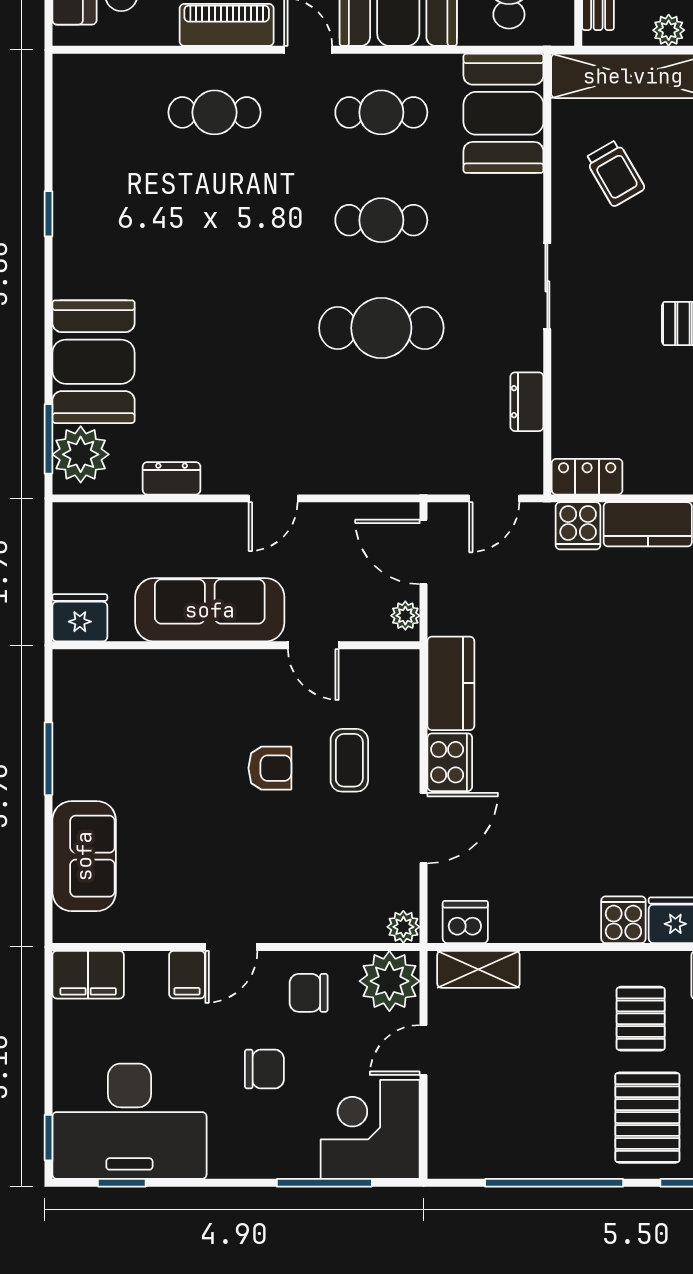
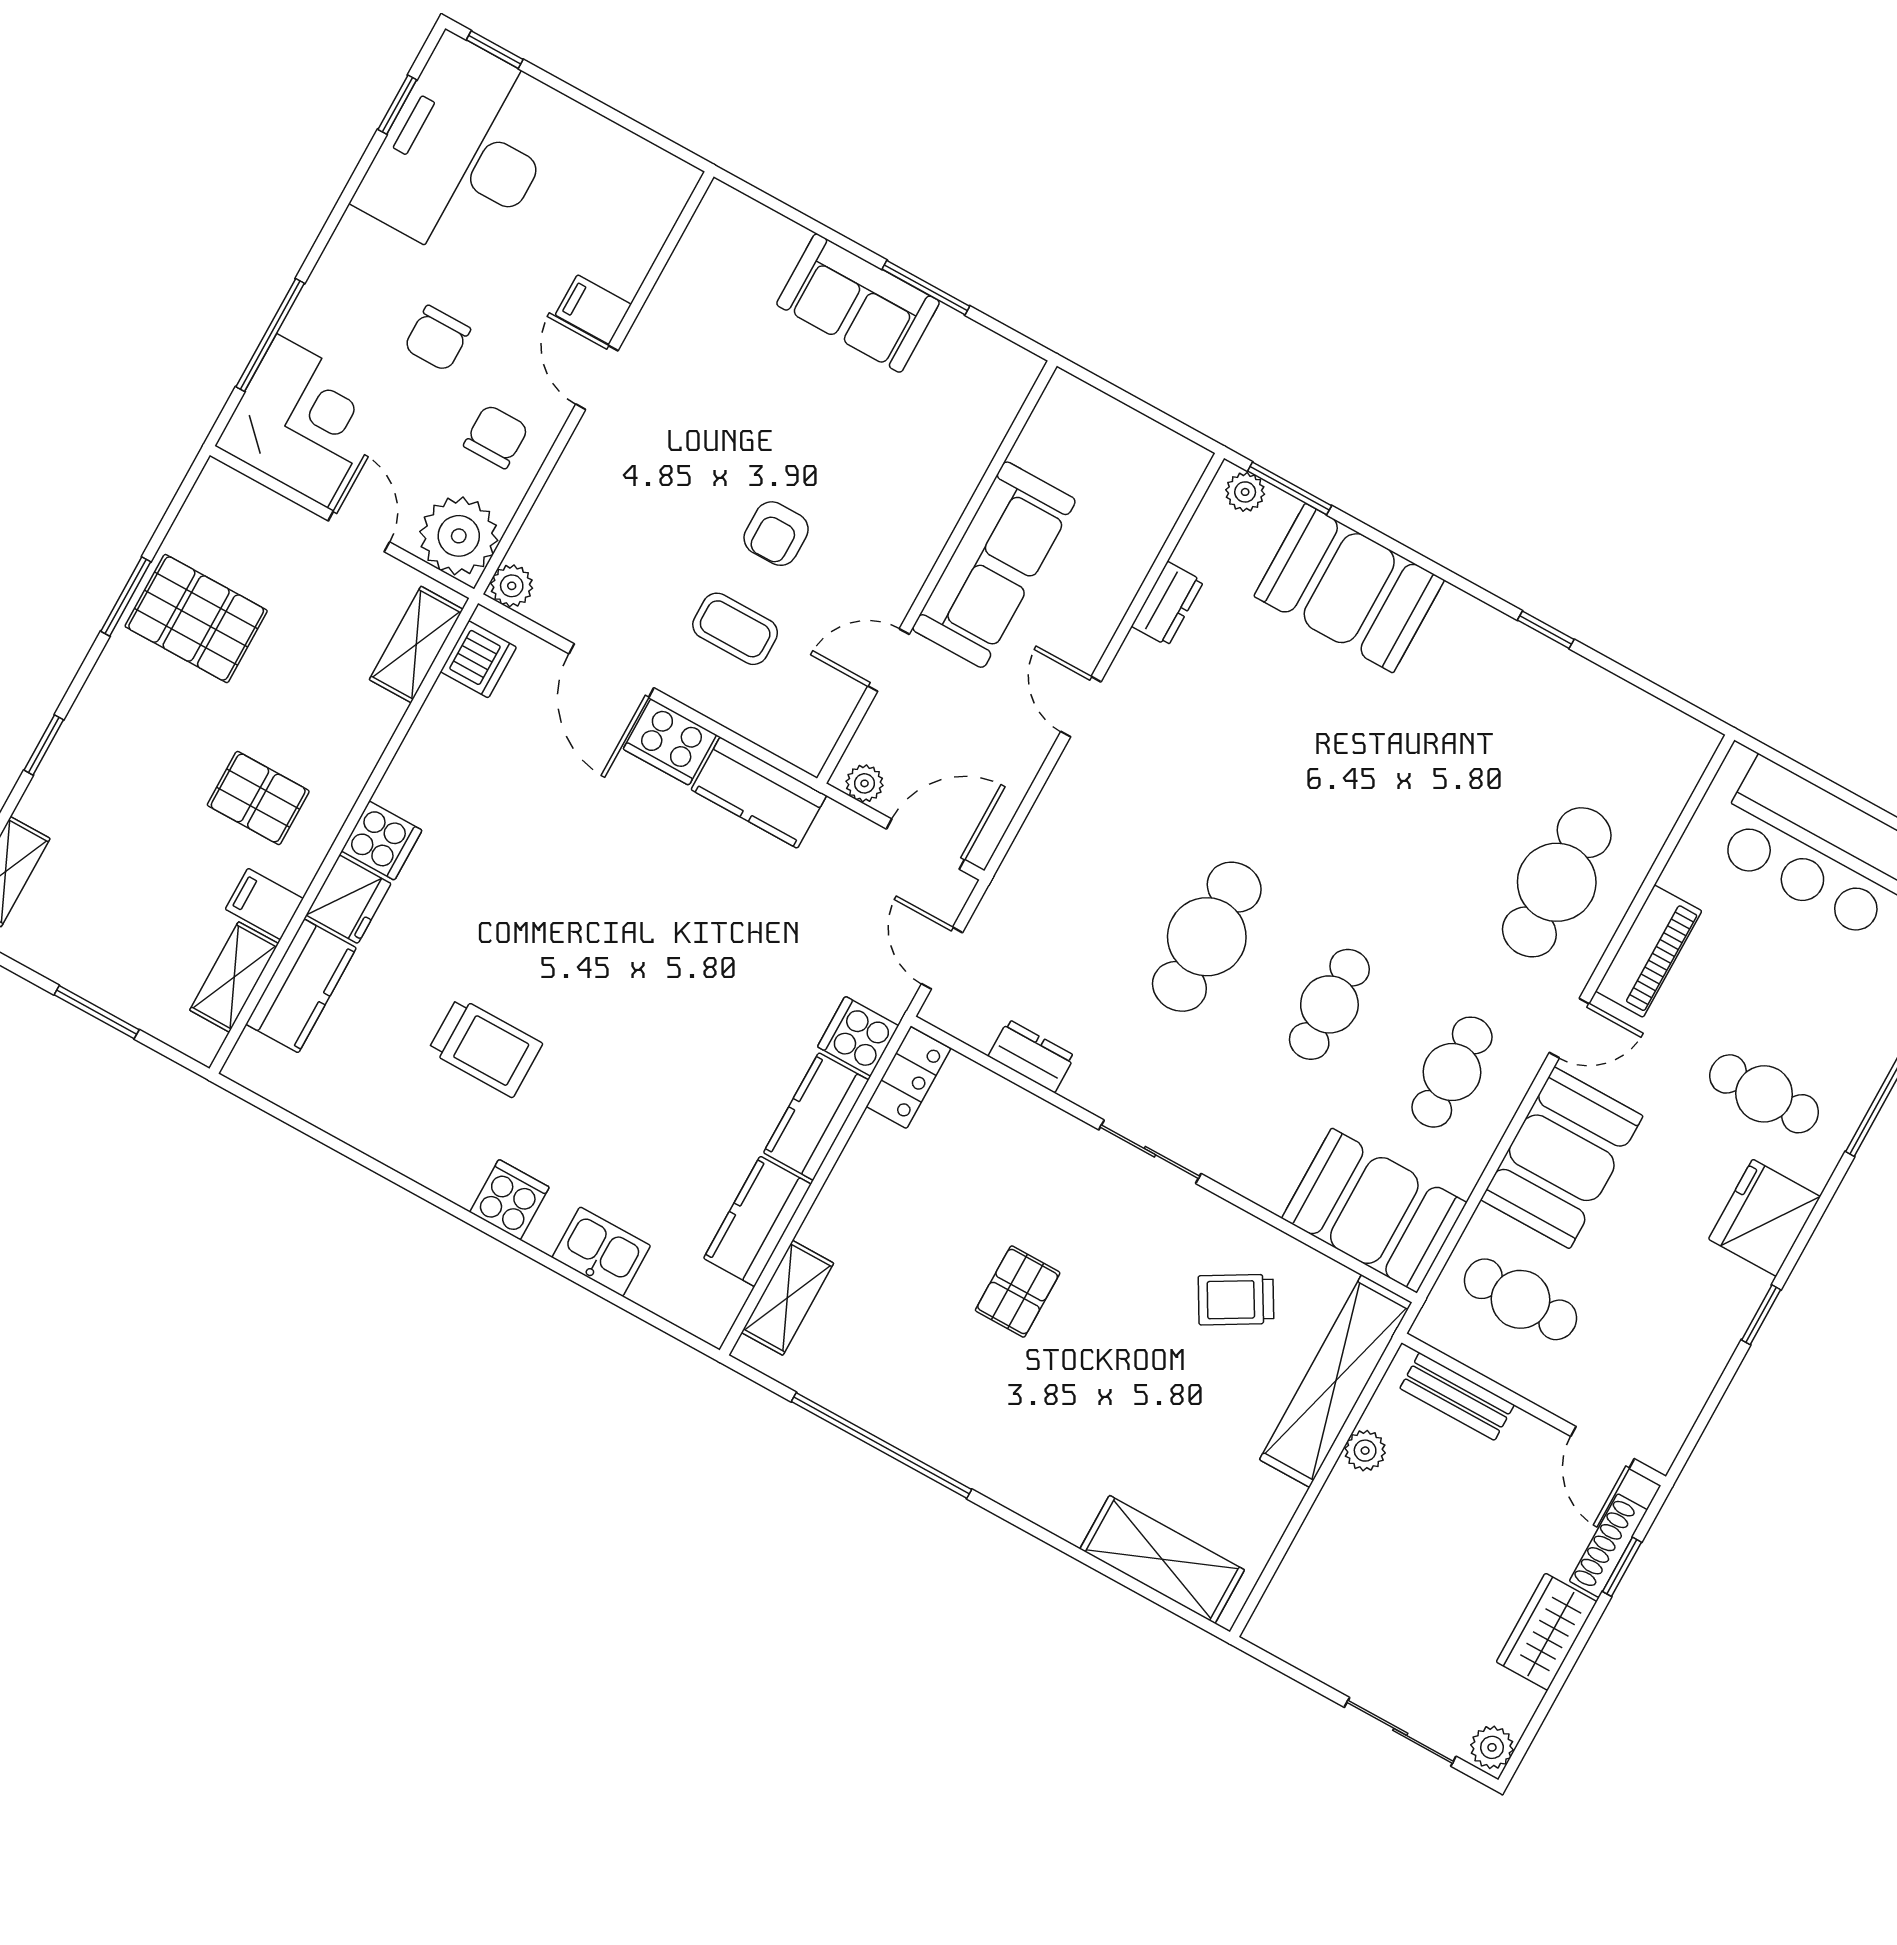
cafe table: (214, 112) -> (1557, 882), width x1.37, depth x1.35
plant: (81, 454) -> (1245, 492), width x0.53, depth x0.53
fridge: (80, 618) -> (1066, 412), removed
sofa: (84, 856) -> (858, 303), moved
filing cabinet: (88, 975) -> (655, 197), removed
pallet: (647, 1118) -> (196, 619), moved
window: (554, 1183) -> (126, 596), width x0.47

